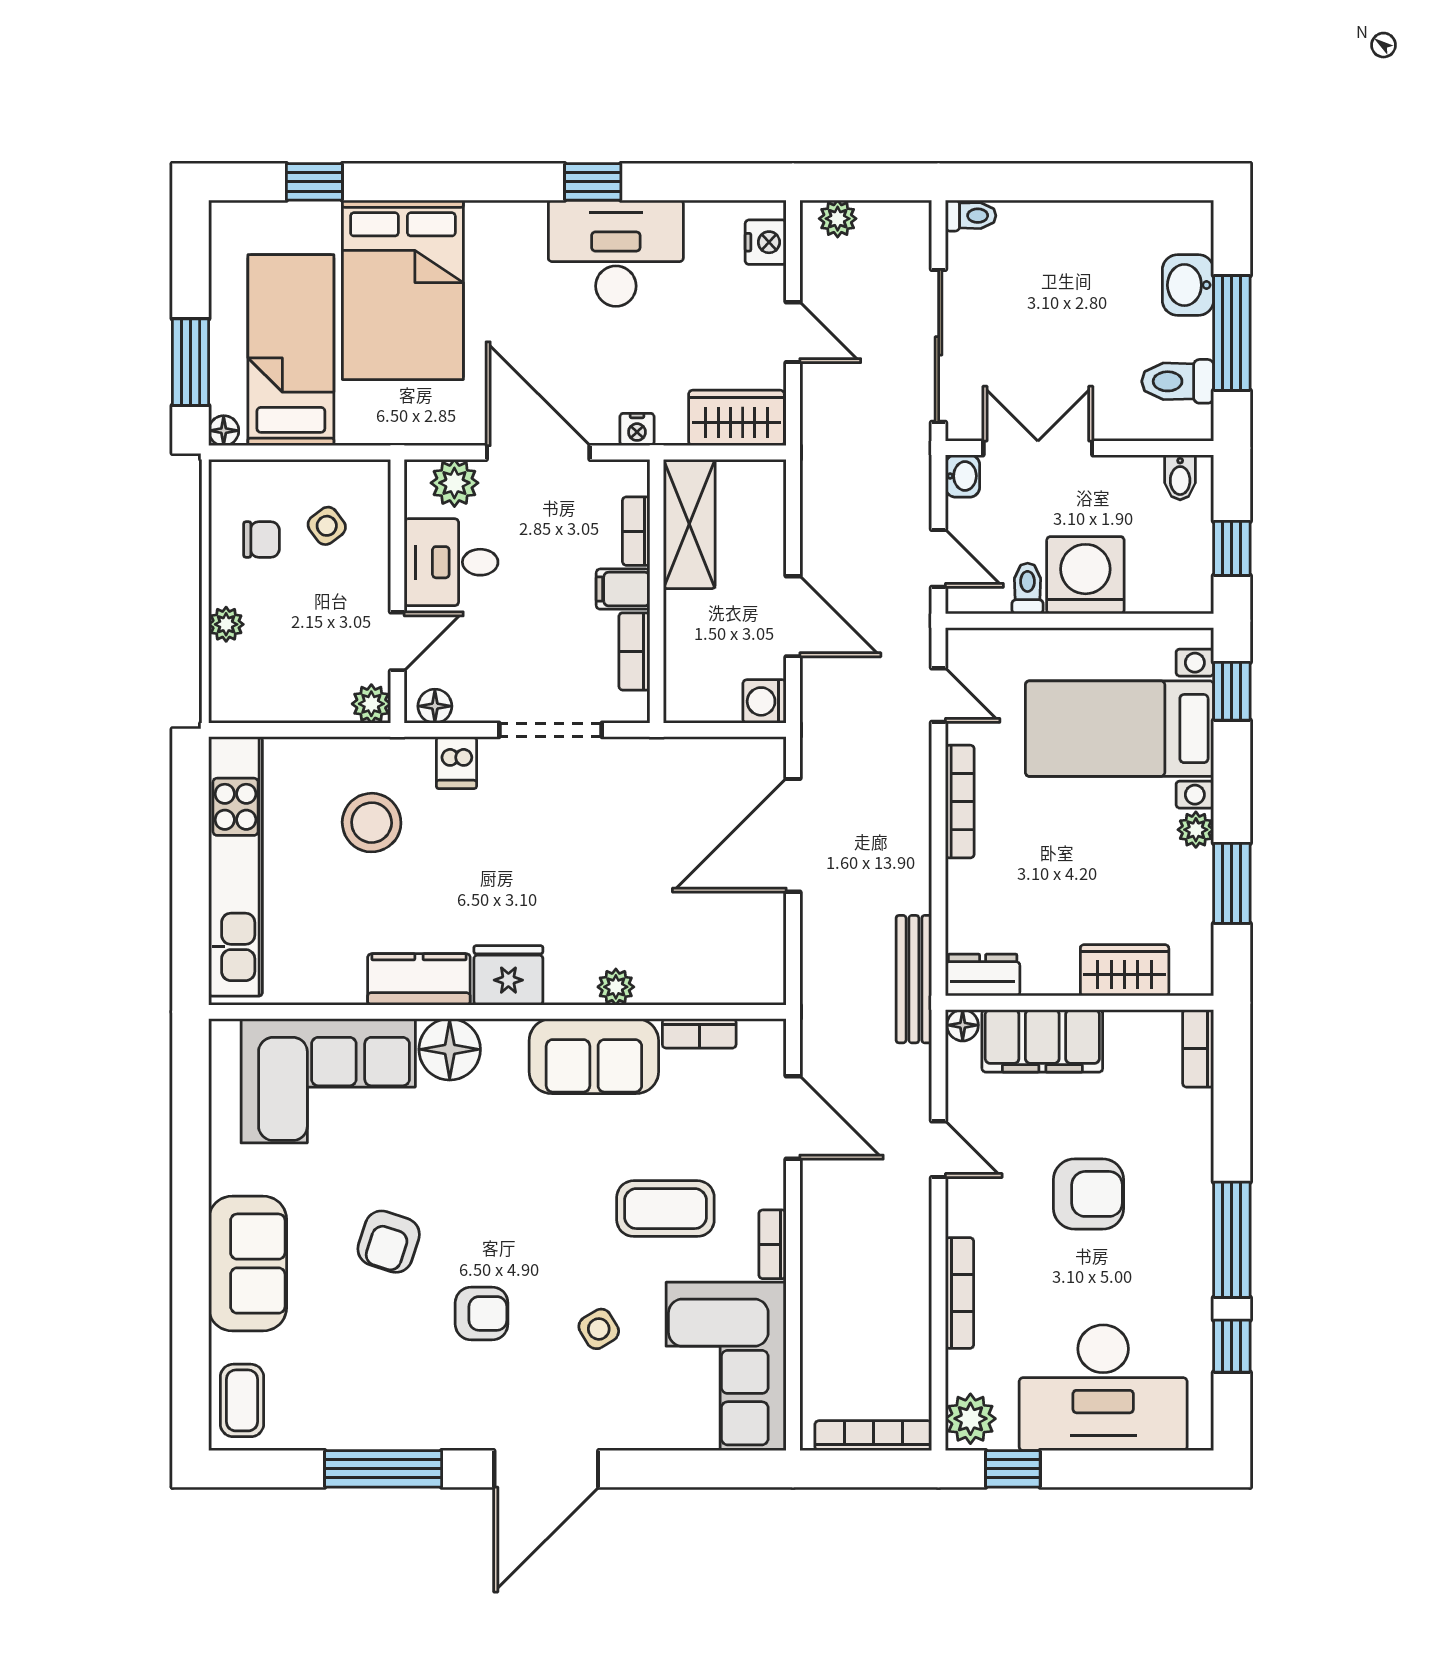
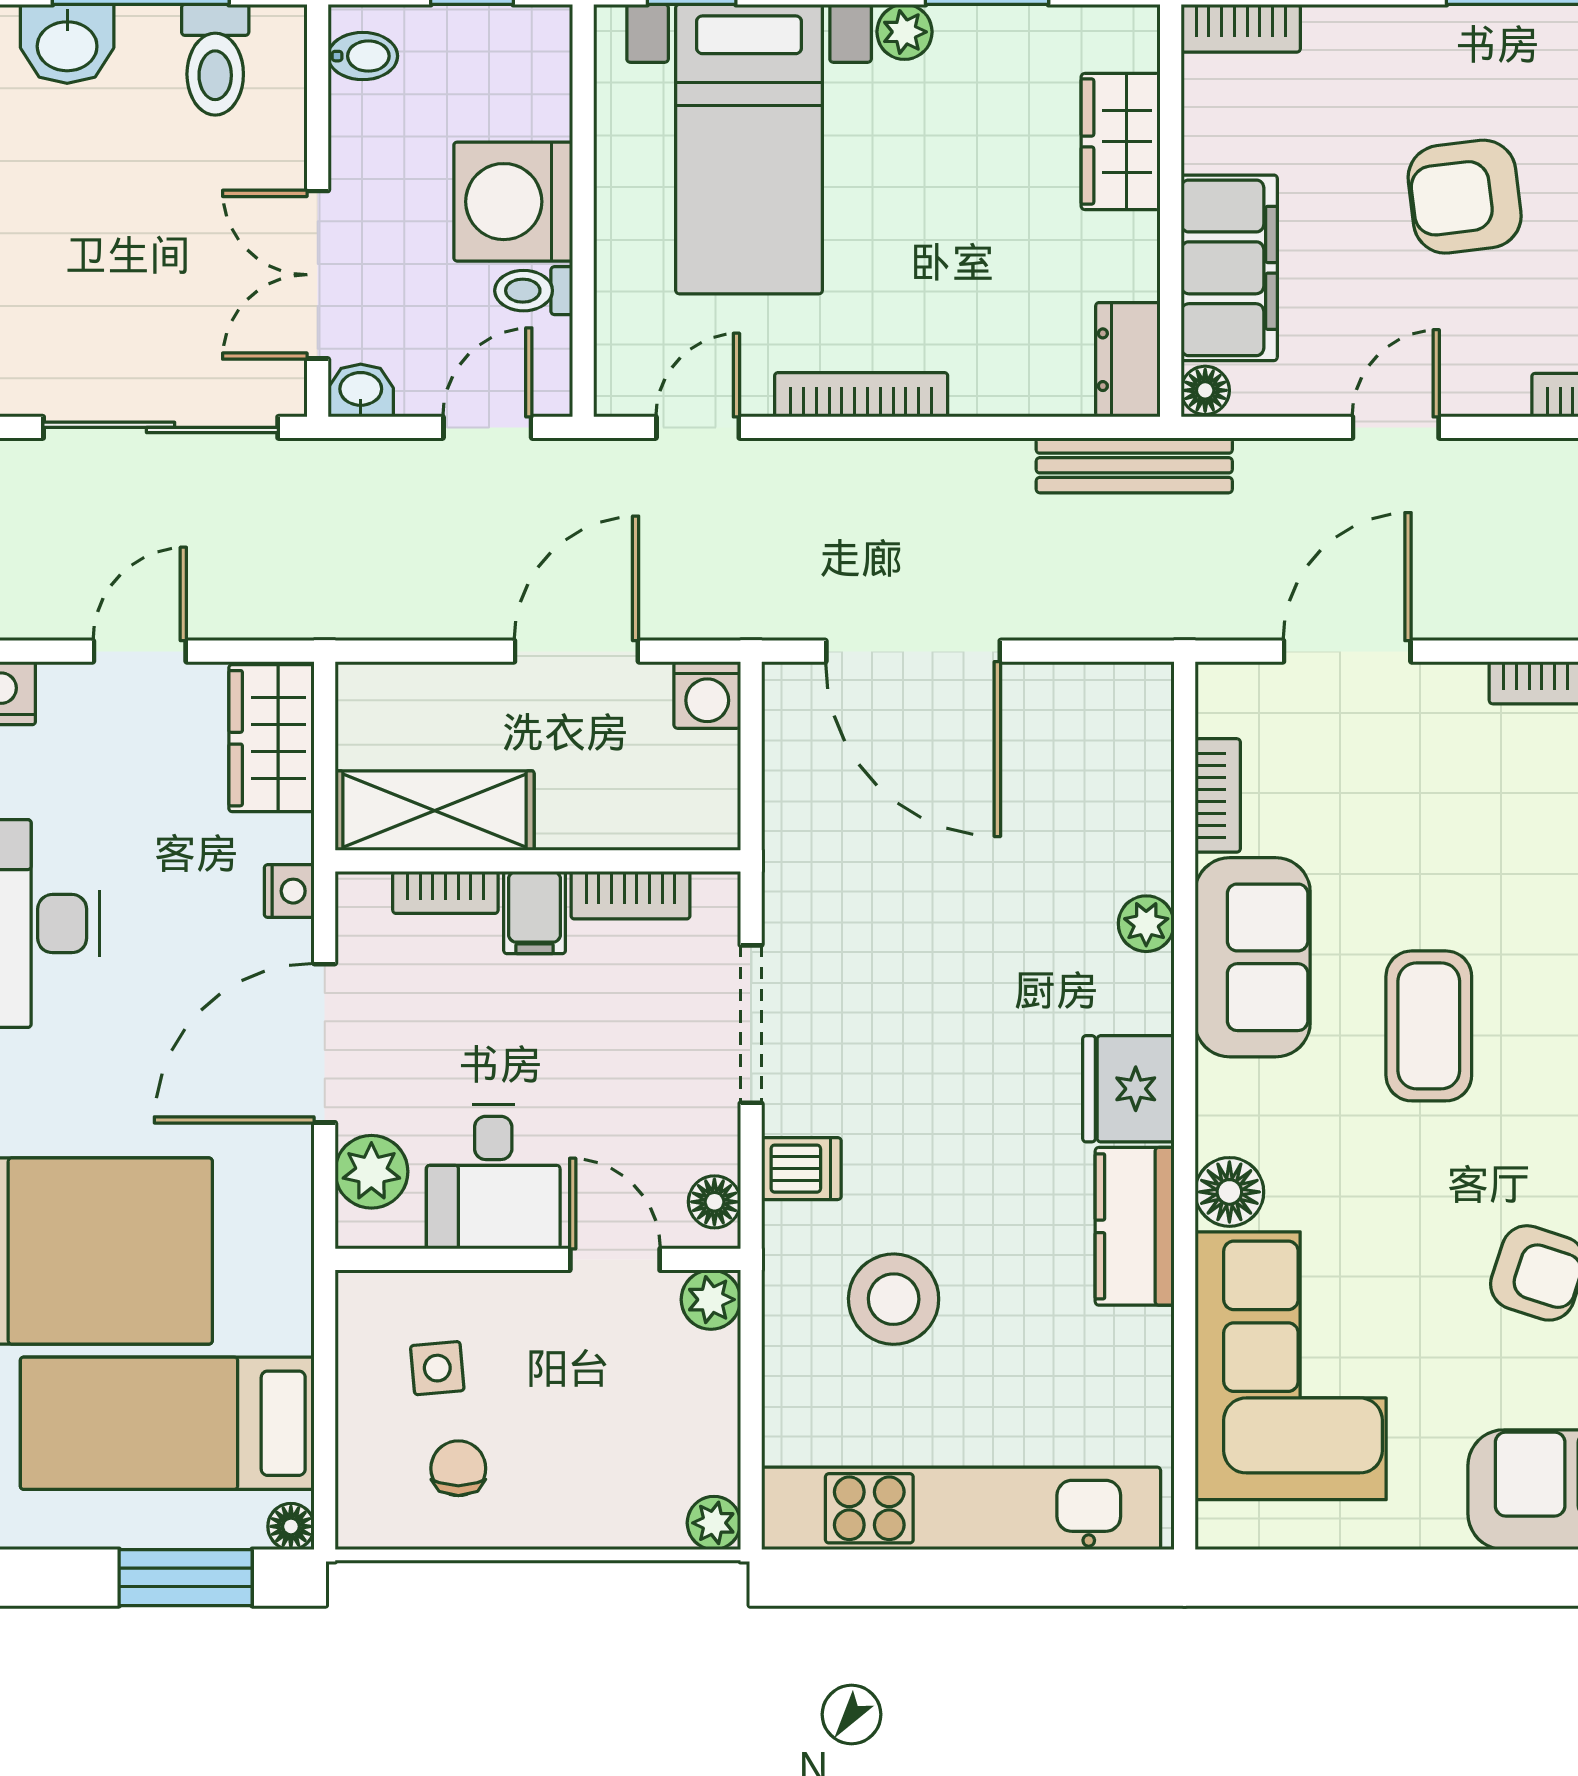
side table: (327, 526) -> (437, 1368), turned 32
plant: (226, 624) -> (714, 1523), moved
floor lamp: (450, 1049) -> (1229, 1192), width x0.73, depth x0.73
armchair: (1089, 1194) -> (1465, 197), turned -97
coffee table: (665, 1209) -> (1429, 1026), moved

